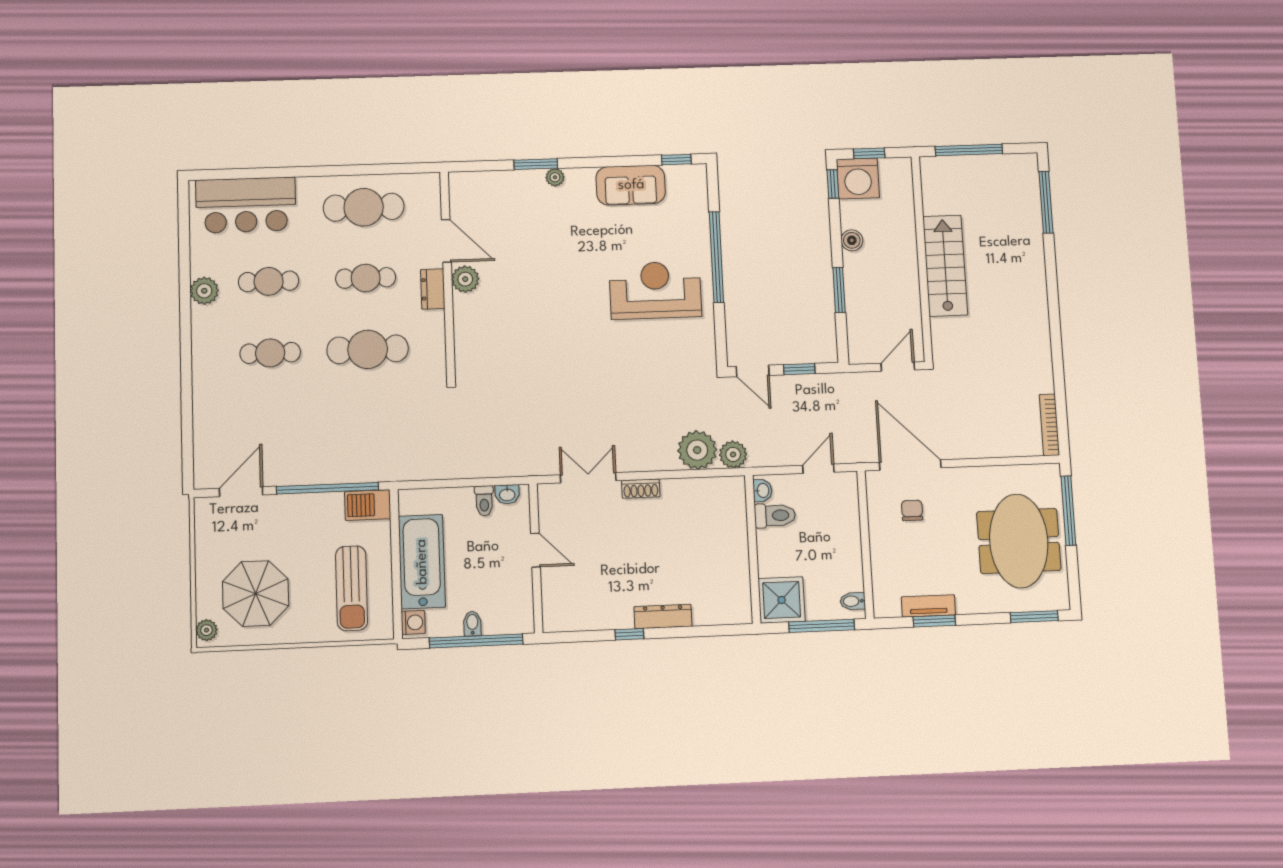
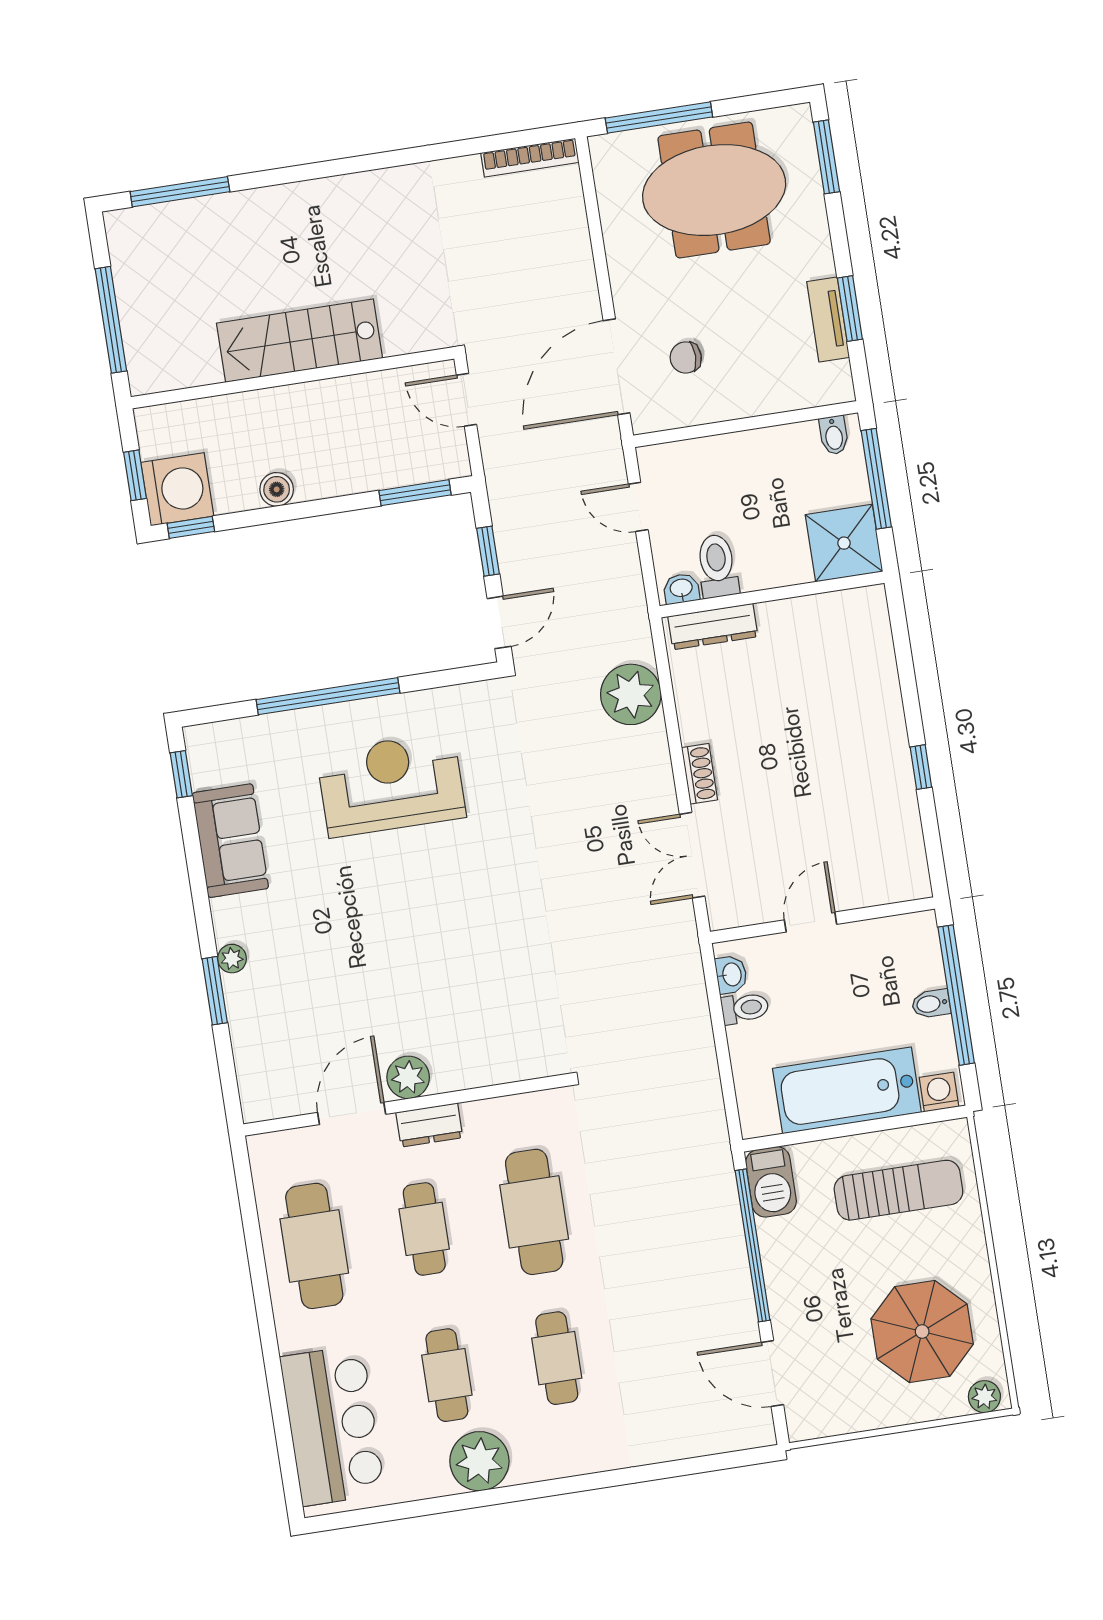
reception desk: (655, 290) -> (391, 785), turned 90
window: (839, 290) -> (415, 493), moved
plant: (204, 291) -> (479, 1461), width x1.36, depth x1.36
plant: (733, 454) -> (631, 639), removed
dresser: (663, 616) -> (713, 627), moved, turned -90

